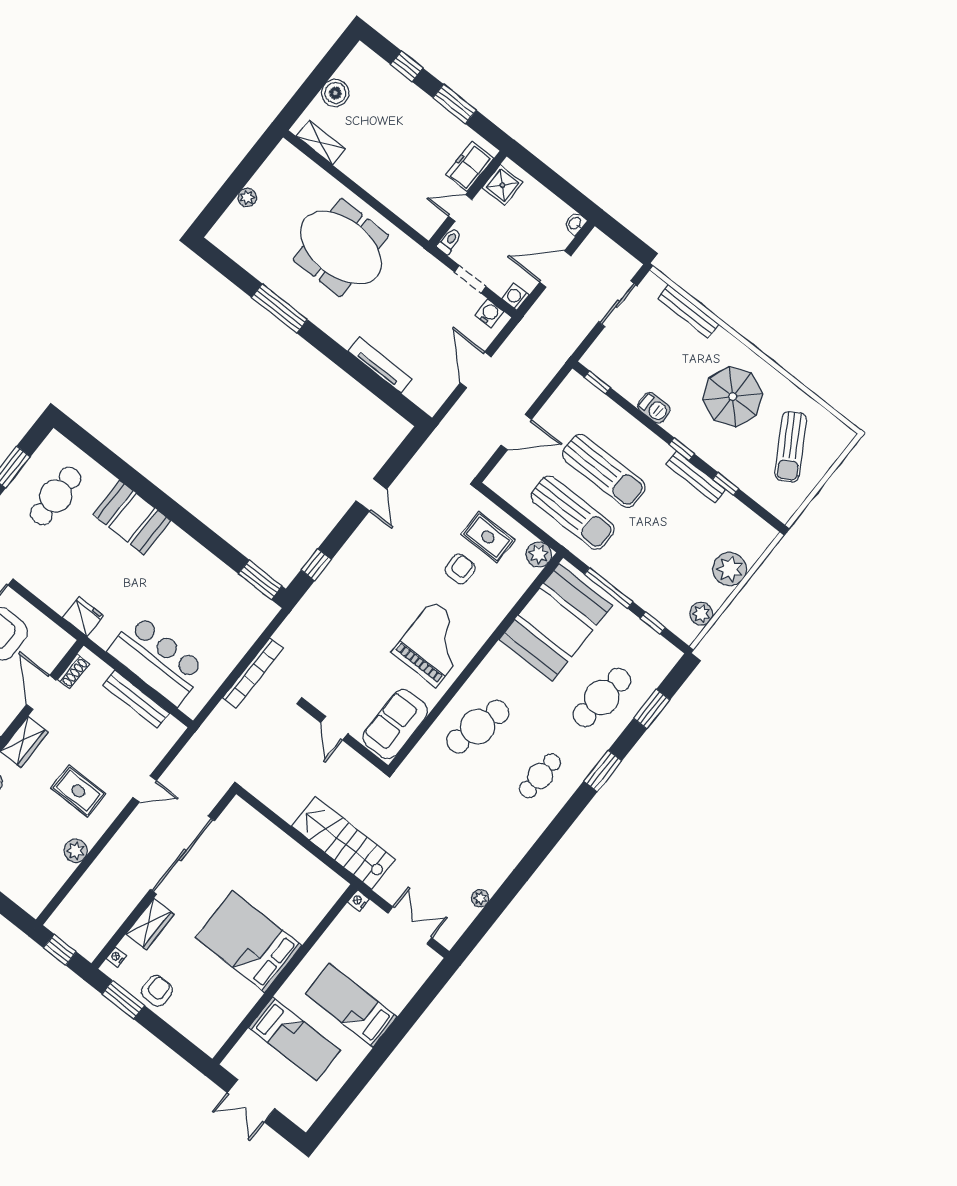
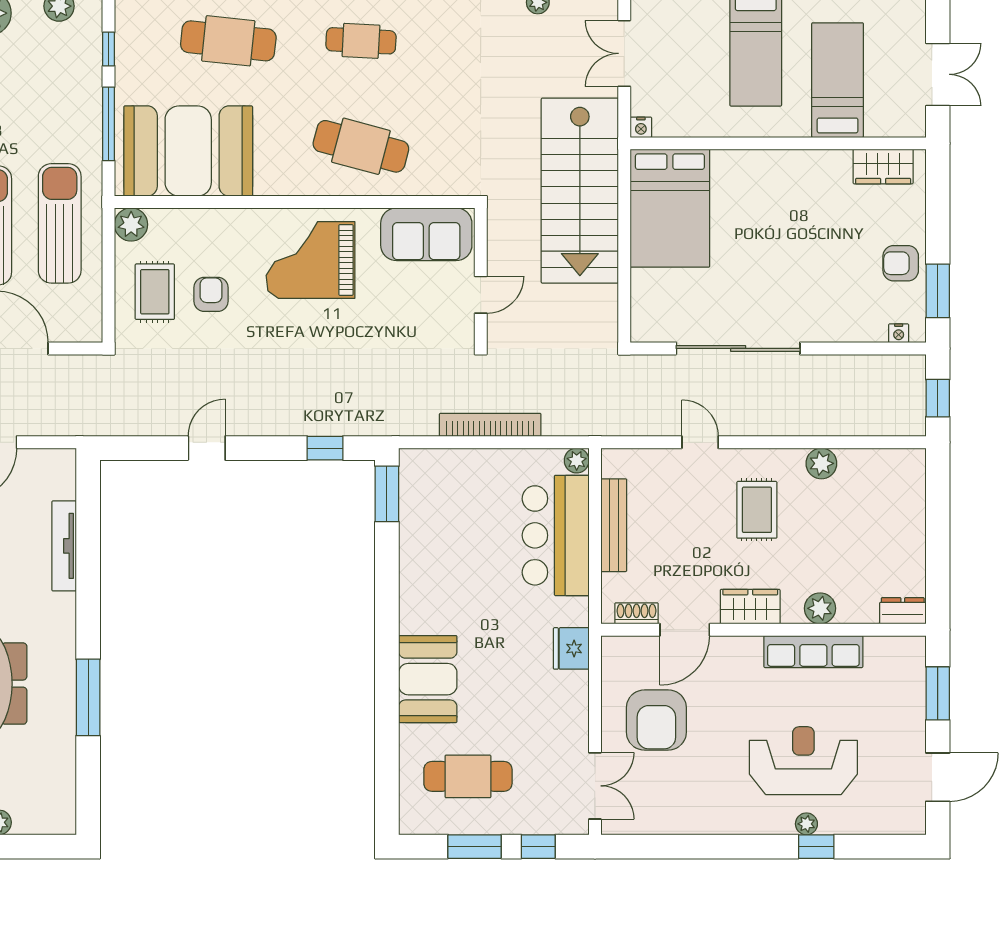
armchair: (460, 569) -> (211, 294), turned 90
plant: (192, 707) -> (577, 460), added
stairs: (343, 843) -> (580, 191), width x1.36, depth x1.51
wardrobe: (150, 924) -> (883, 167), moved, turned 180
bed: (248, 942) -> (670, 208), moved

